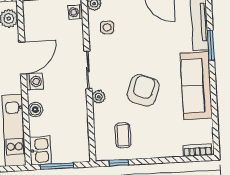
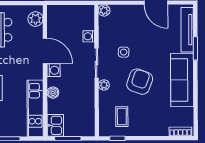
washing machine: (75, 12) -> (89, 36), moved
side table: (107, 27) -> (124, 52), moved
door: (23, 58) -> (45, 51), hinge flipped

